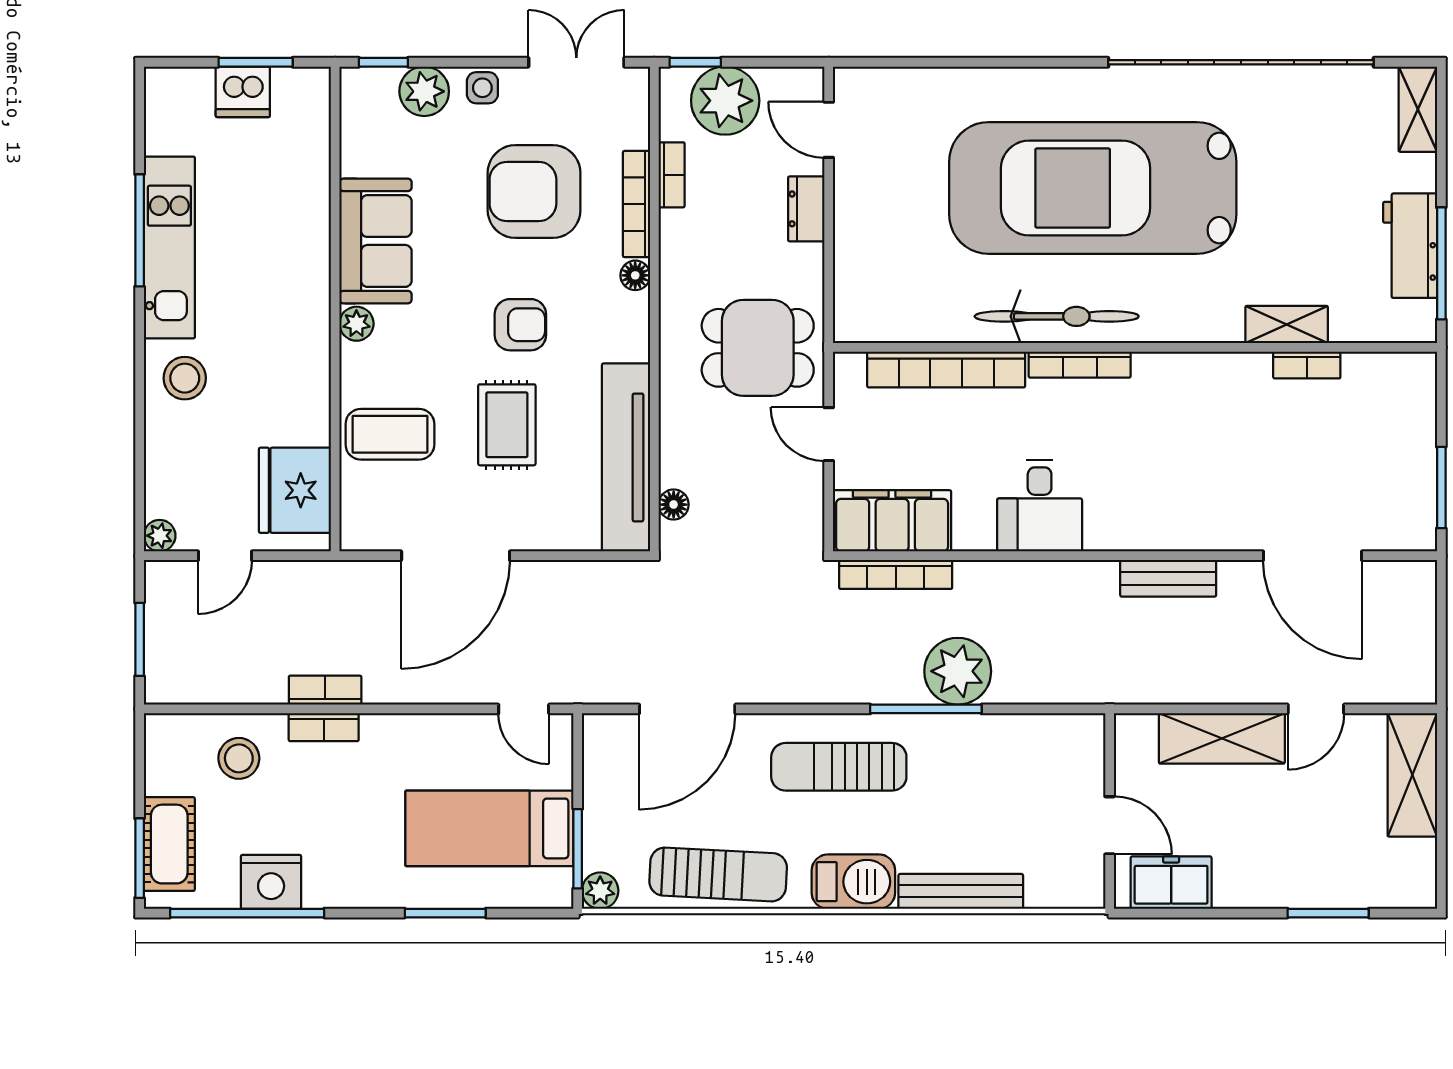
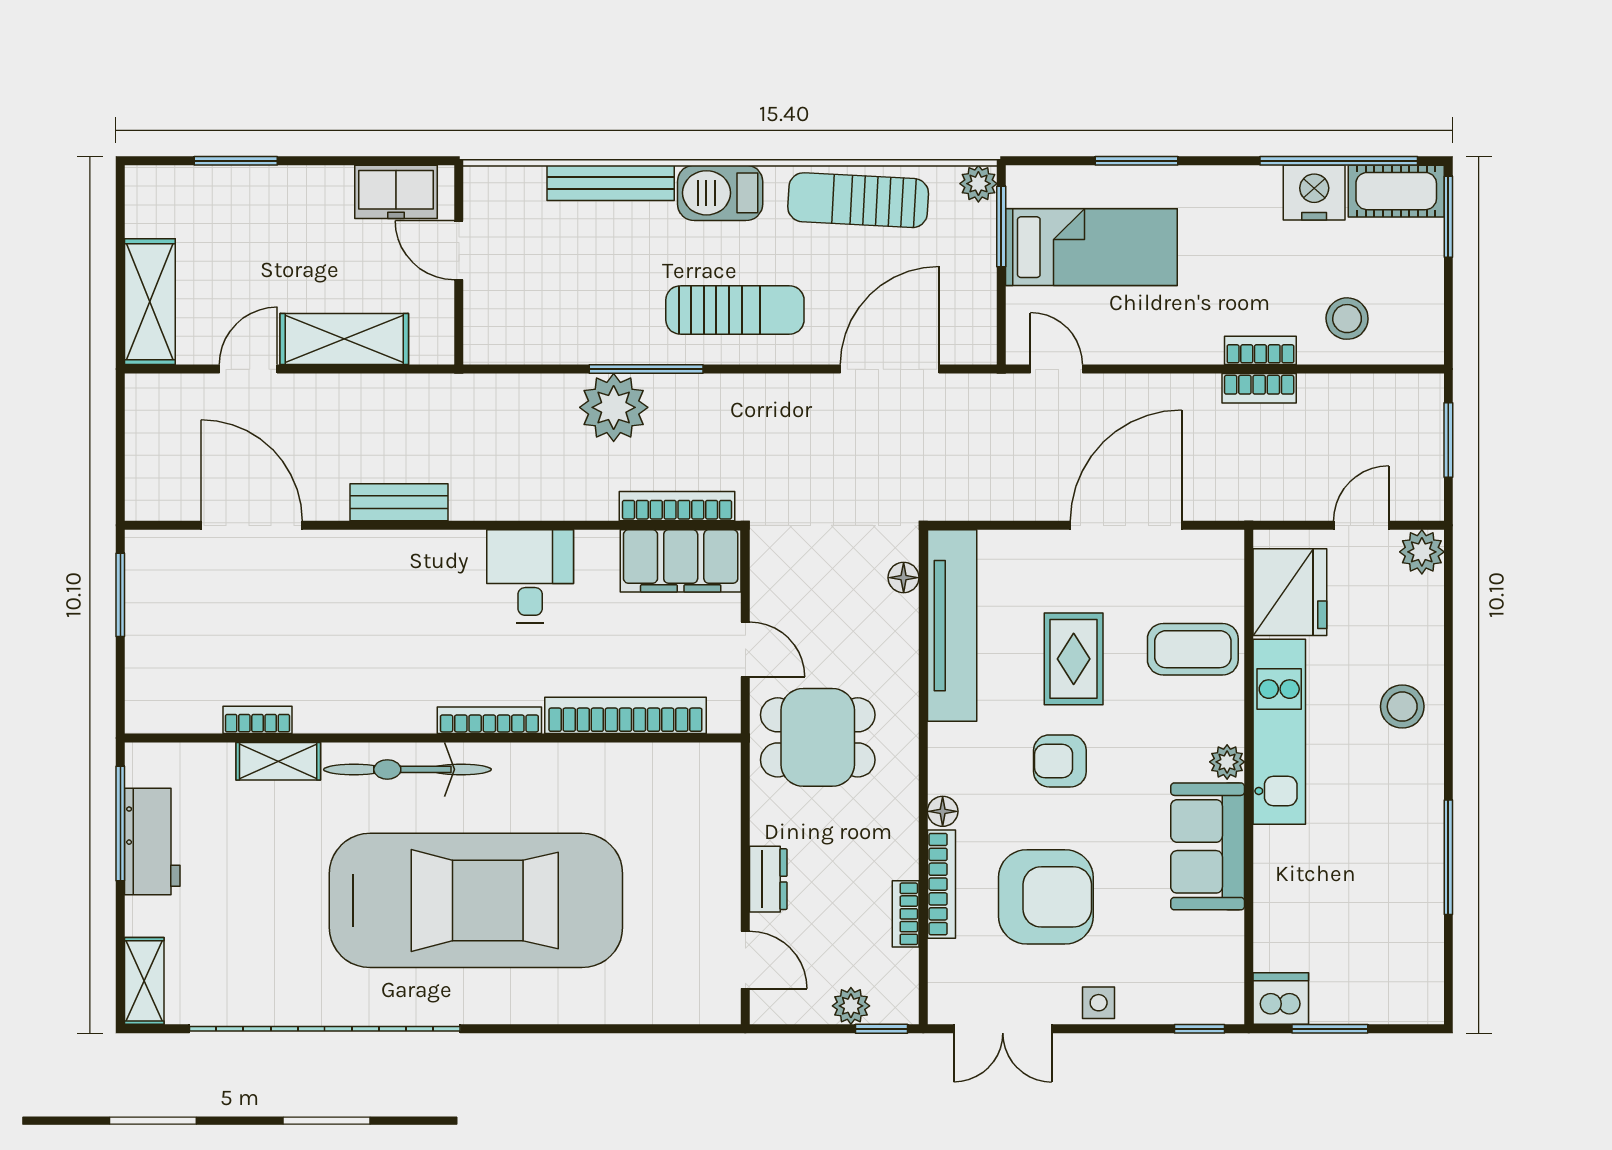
plant: (424, 91) -> (1158, 999), removed
dishwasher: (243, 92) -> (1281, 999), moved
plant: (725, 101) -> (851, 1006), width x0.53, depth x0.53
kitchen unit: (169, 247) -> (1279, 732), moved, turned 180
bicycle: (1057, 316) -> (407, 769), moved
plant: (160, 536) -> (1422, 552), width x1.38, depth x1.38
cot: (169, 844) -> (1396, 191), moved, turned 90

